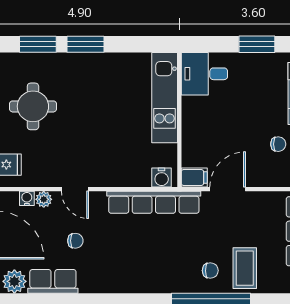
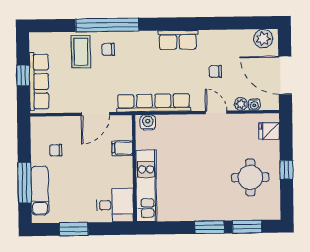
filing cabinet: (194, 178) -> (122, 148), moved
row of seats: (53, 281) -> (178, 40), moved

